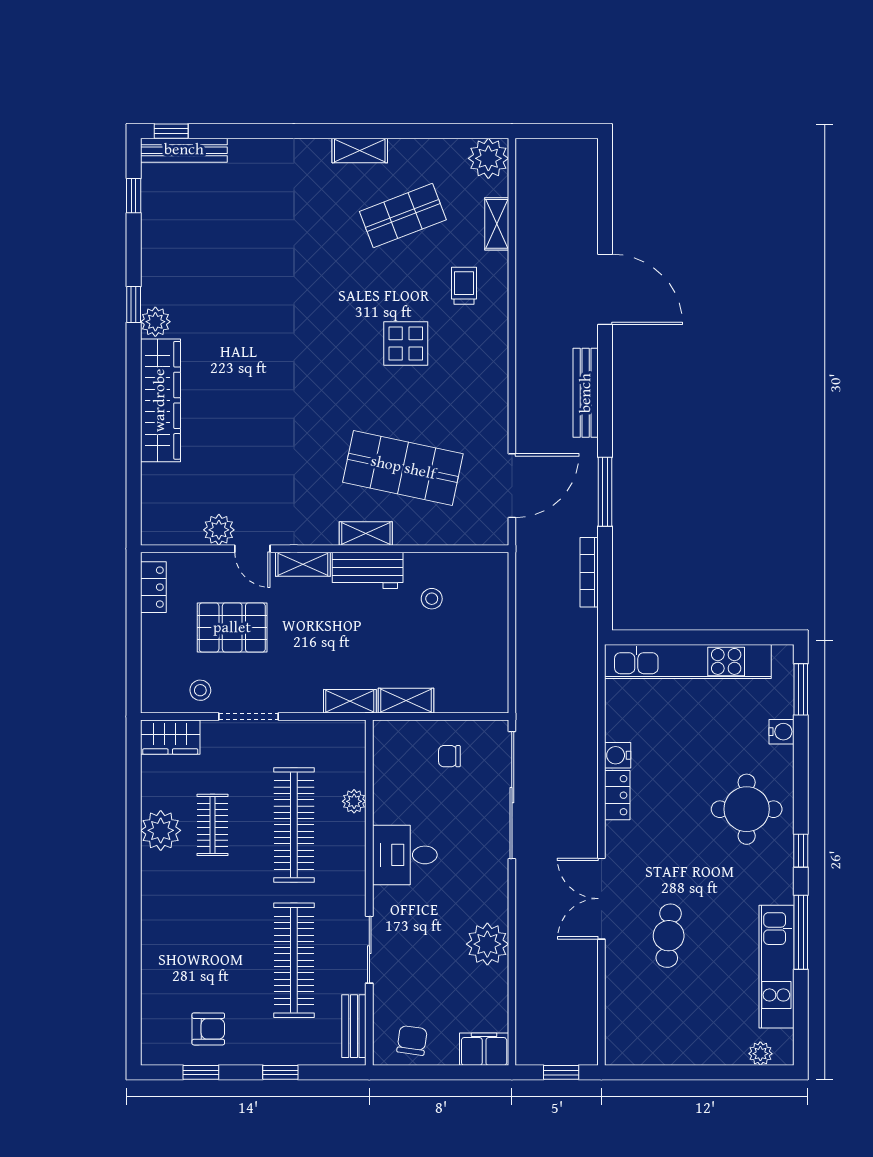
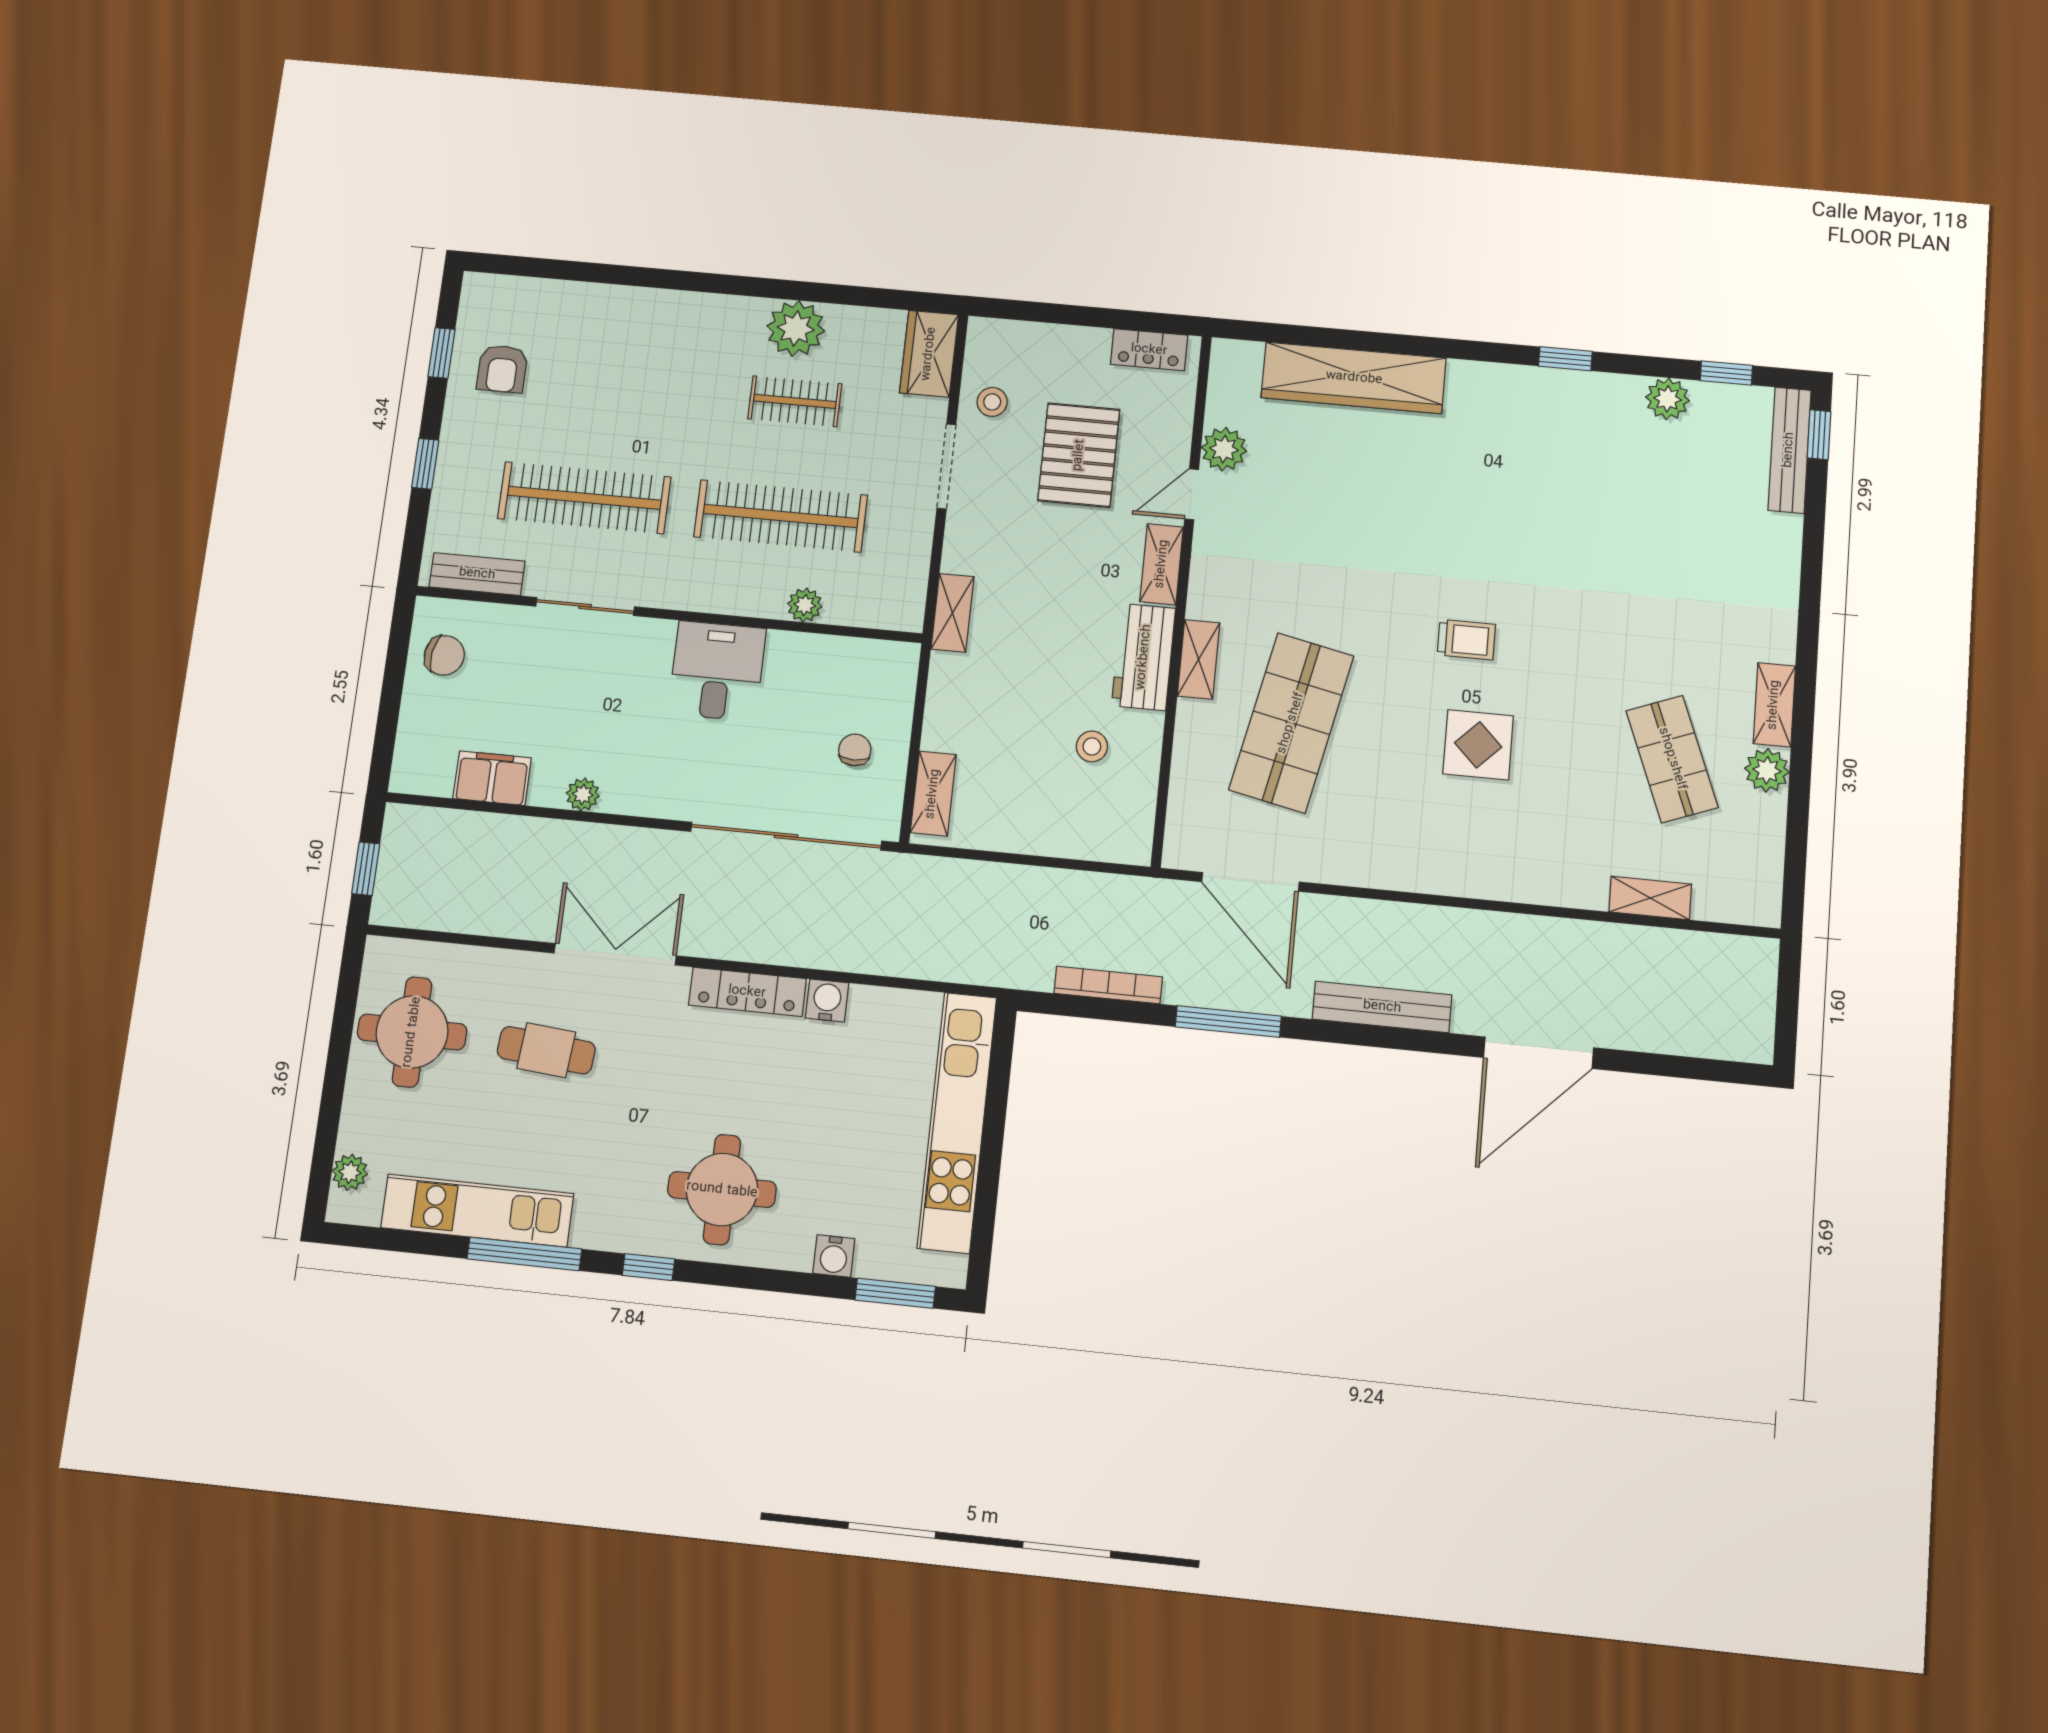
plant: (488, 158) -> (1767, 770), moved, width x0.73, depth x0.73
trolley: (464, 286) -> (1466, 640), moved
plant: (155, 322) -> (1668, 399), moved
wardrobe: (160, 400) -> (1354, 378), moved
shelving: (406, 701) -> (933, 794), moved
locker: (617, 795) -> (747, 992), width x1.53
plant: (487, 944) -> (583, 794), width x0.53, depth x0.53
round table: (666, 1026) -> (412, 1032), added
filing cabinet: (484, 1049) -> (492, 778), moved, turned -90

